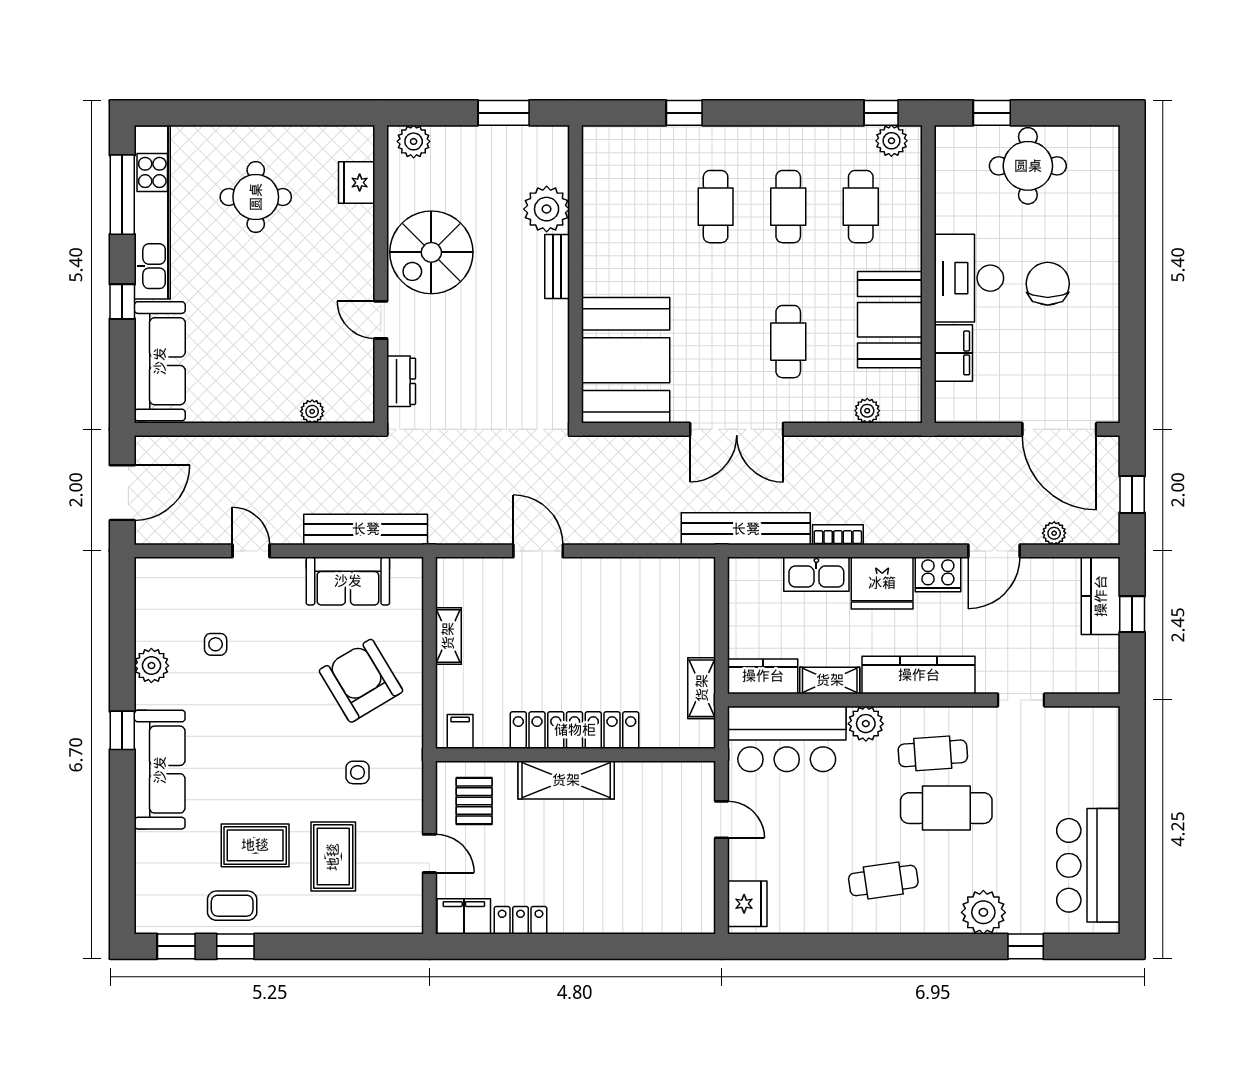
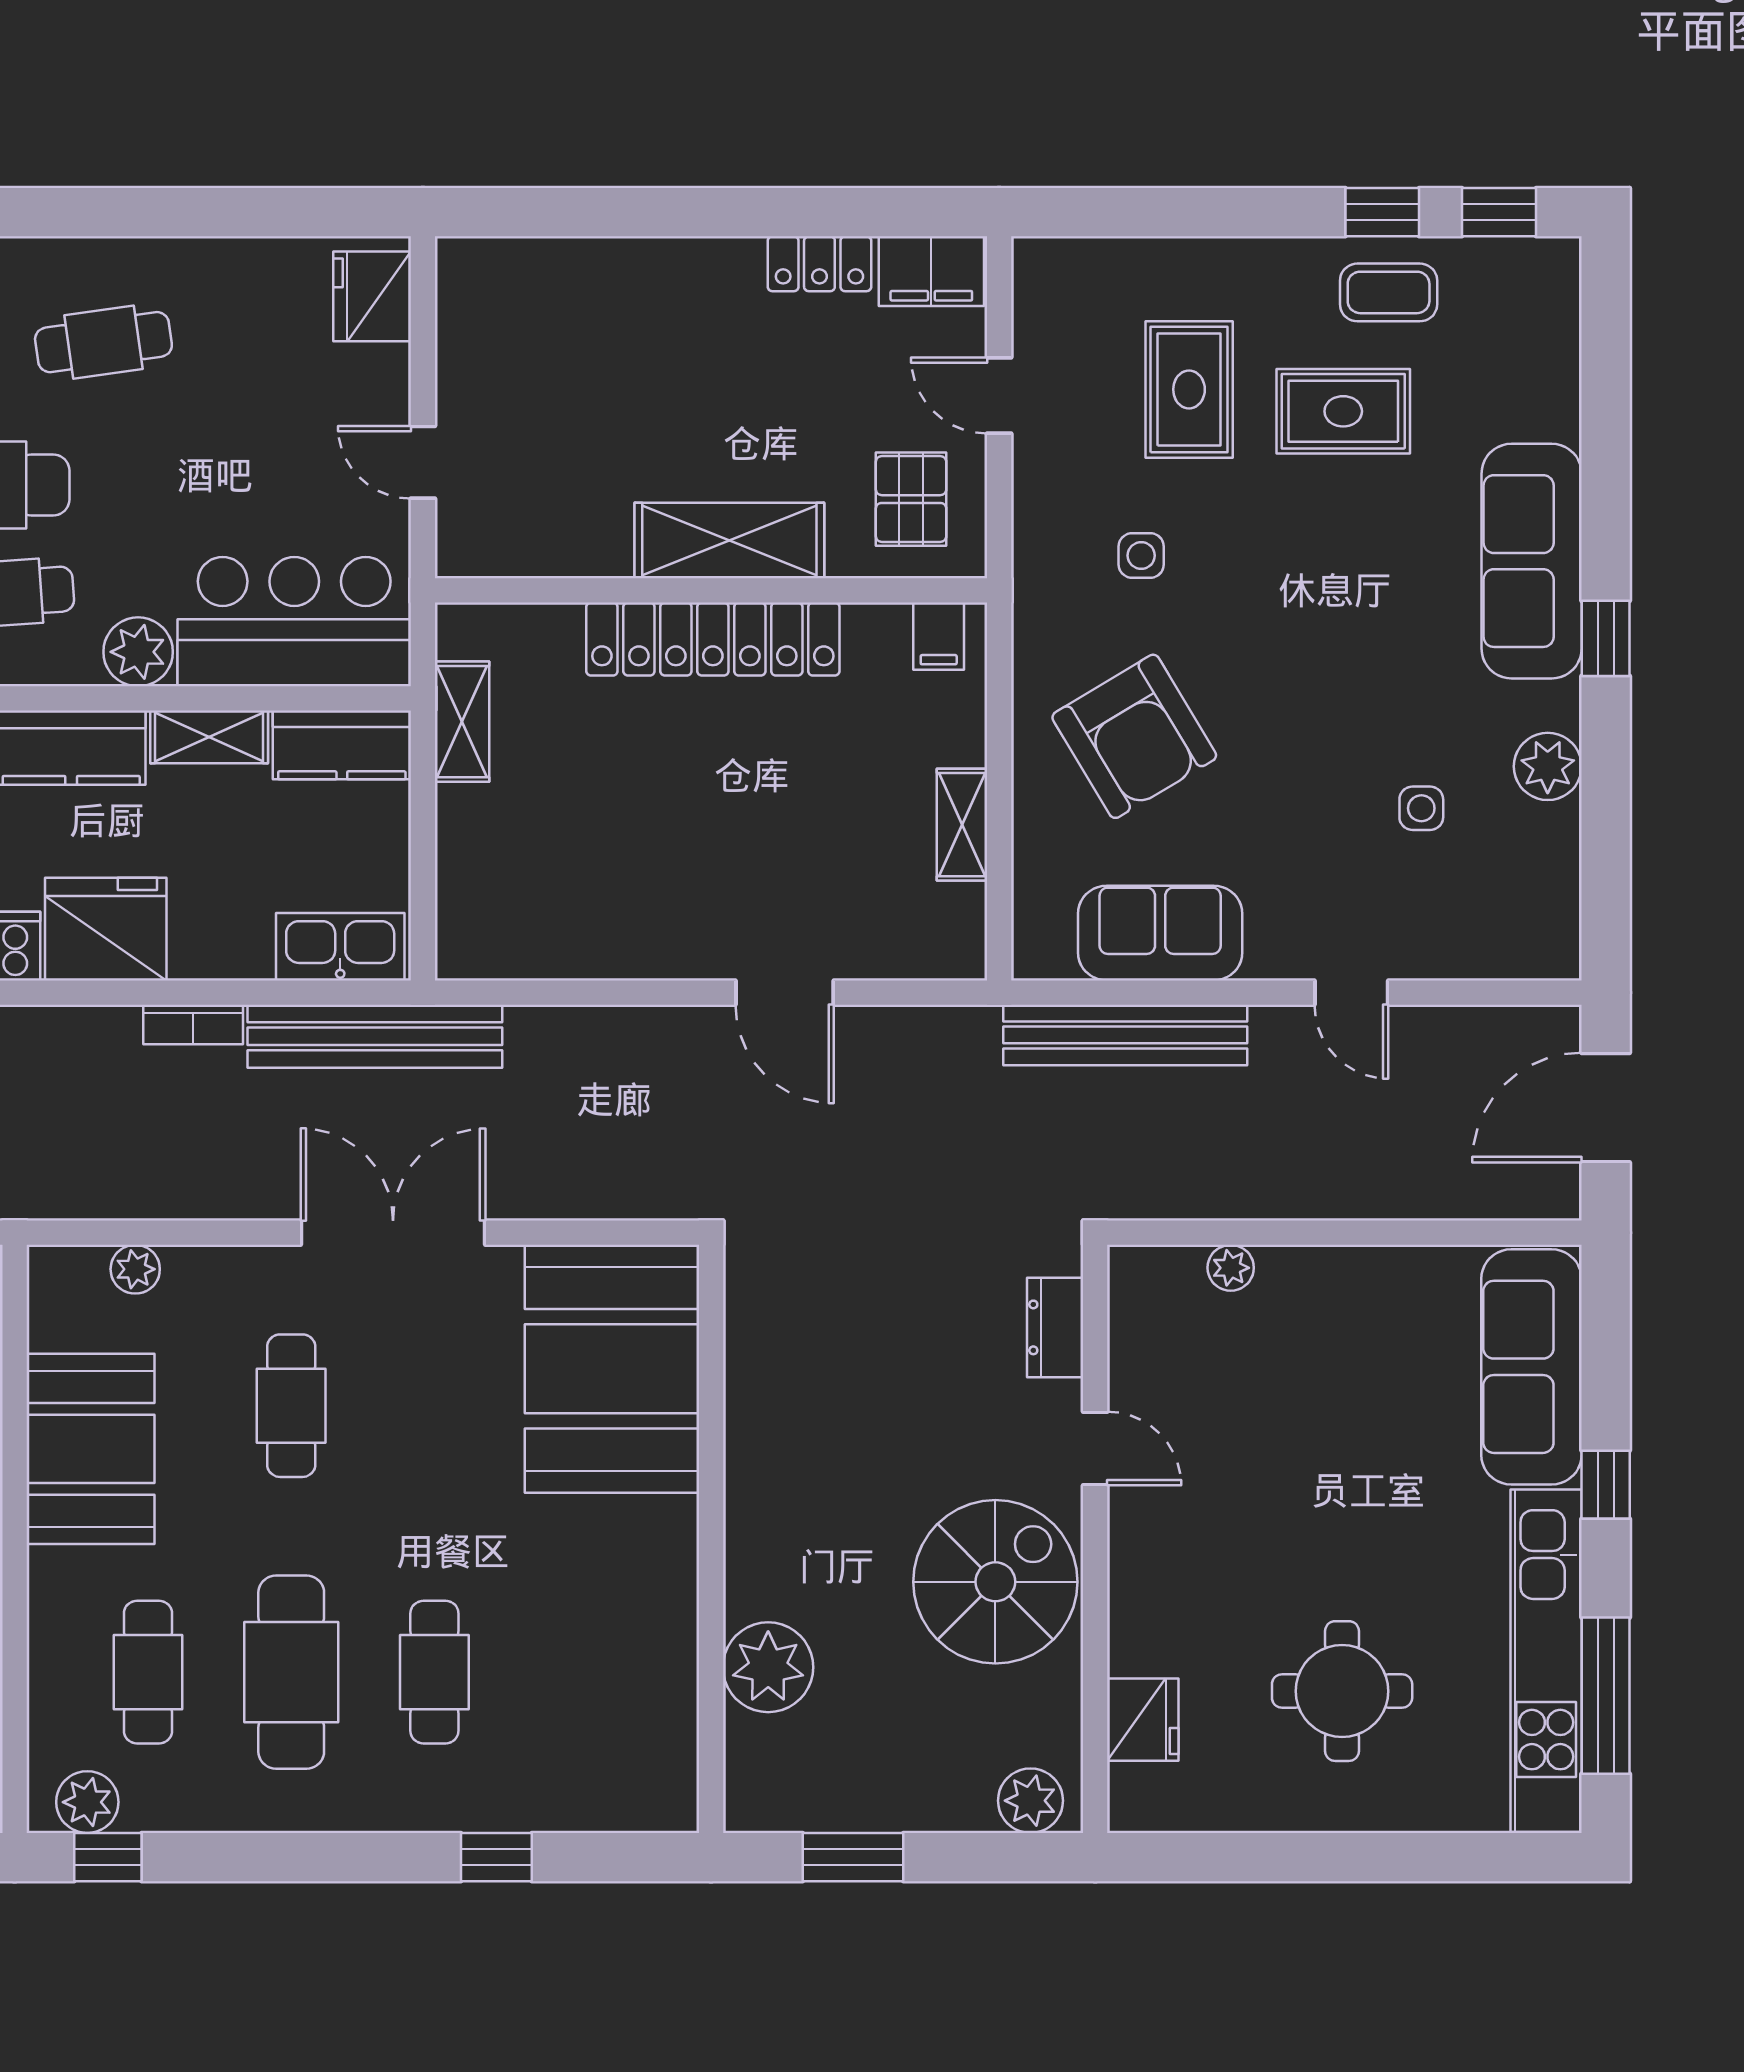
cafe table: (788, 207) -> (291, 1672), width x1.37, depth x1.35
bench: (557, 266) -> (747, 1554), removed
kitchen sink: (816, 574) -> (340, 947), moved

